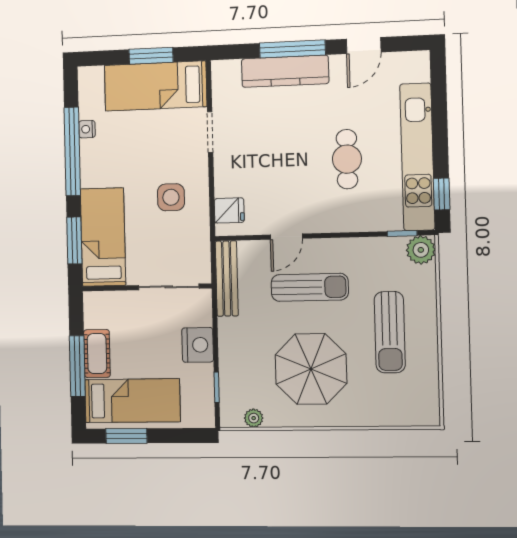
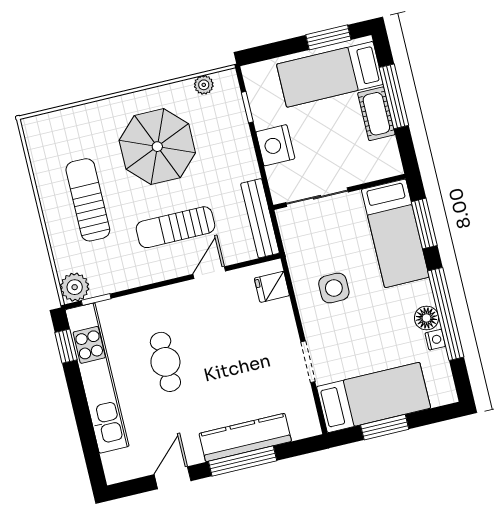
floor lamp: (91, 151) -> (426, 318), added

